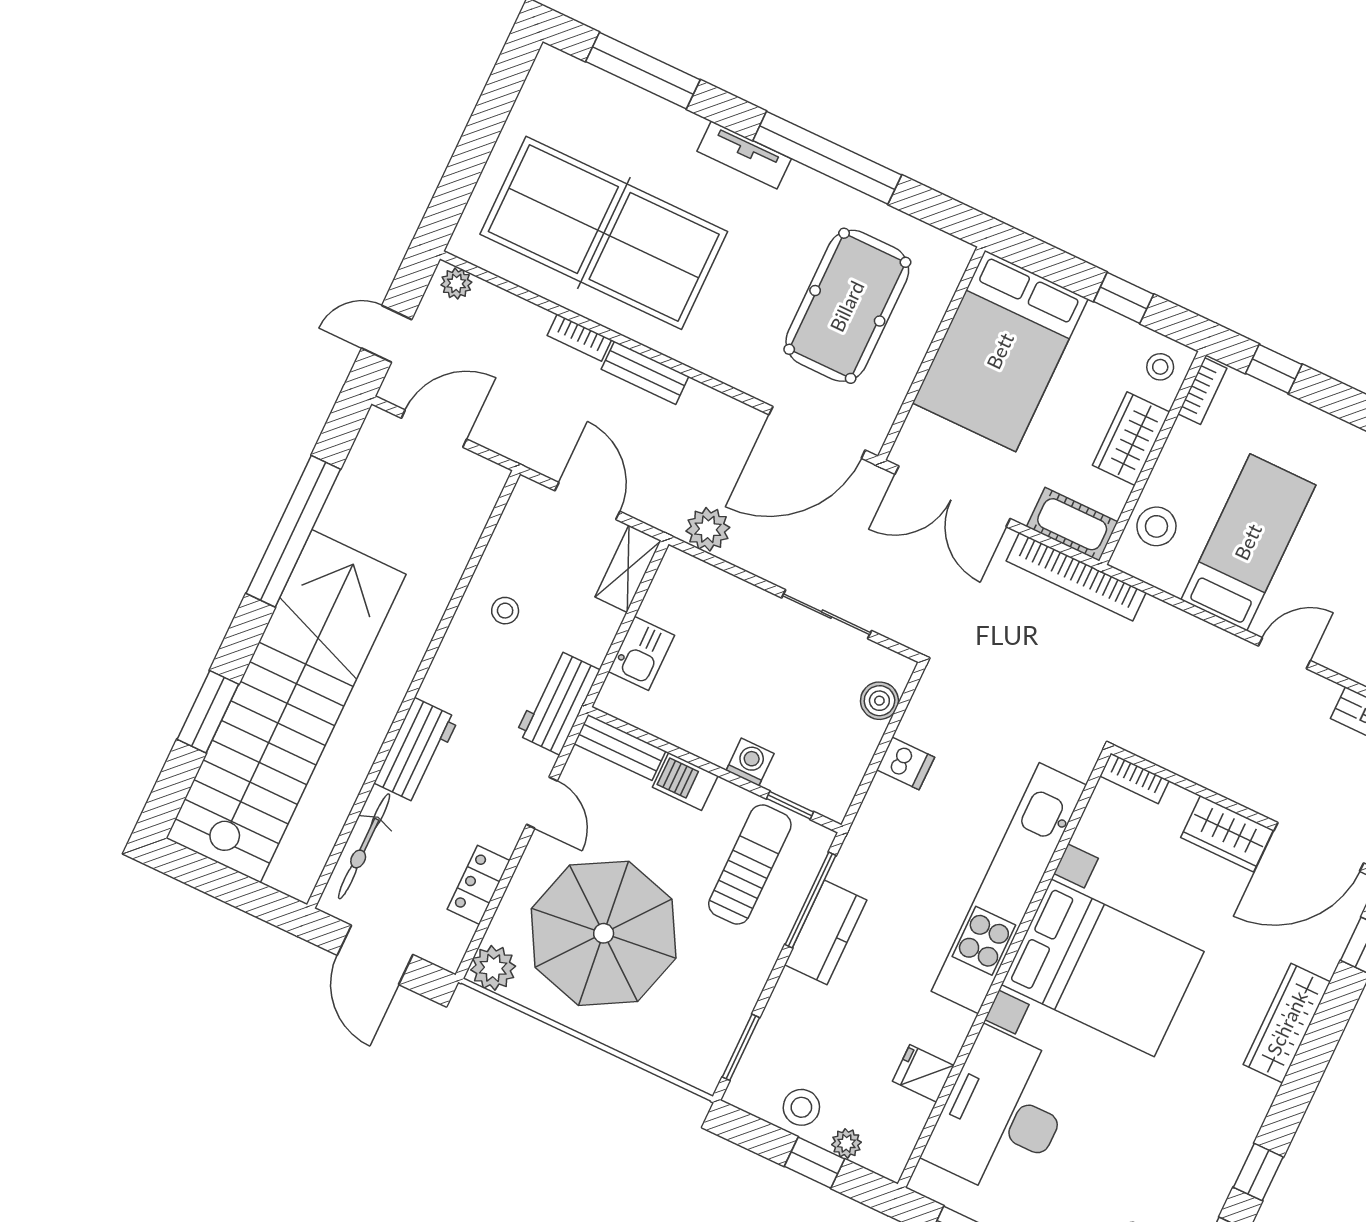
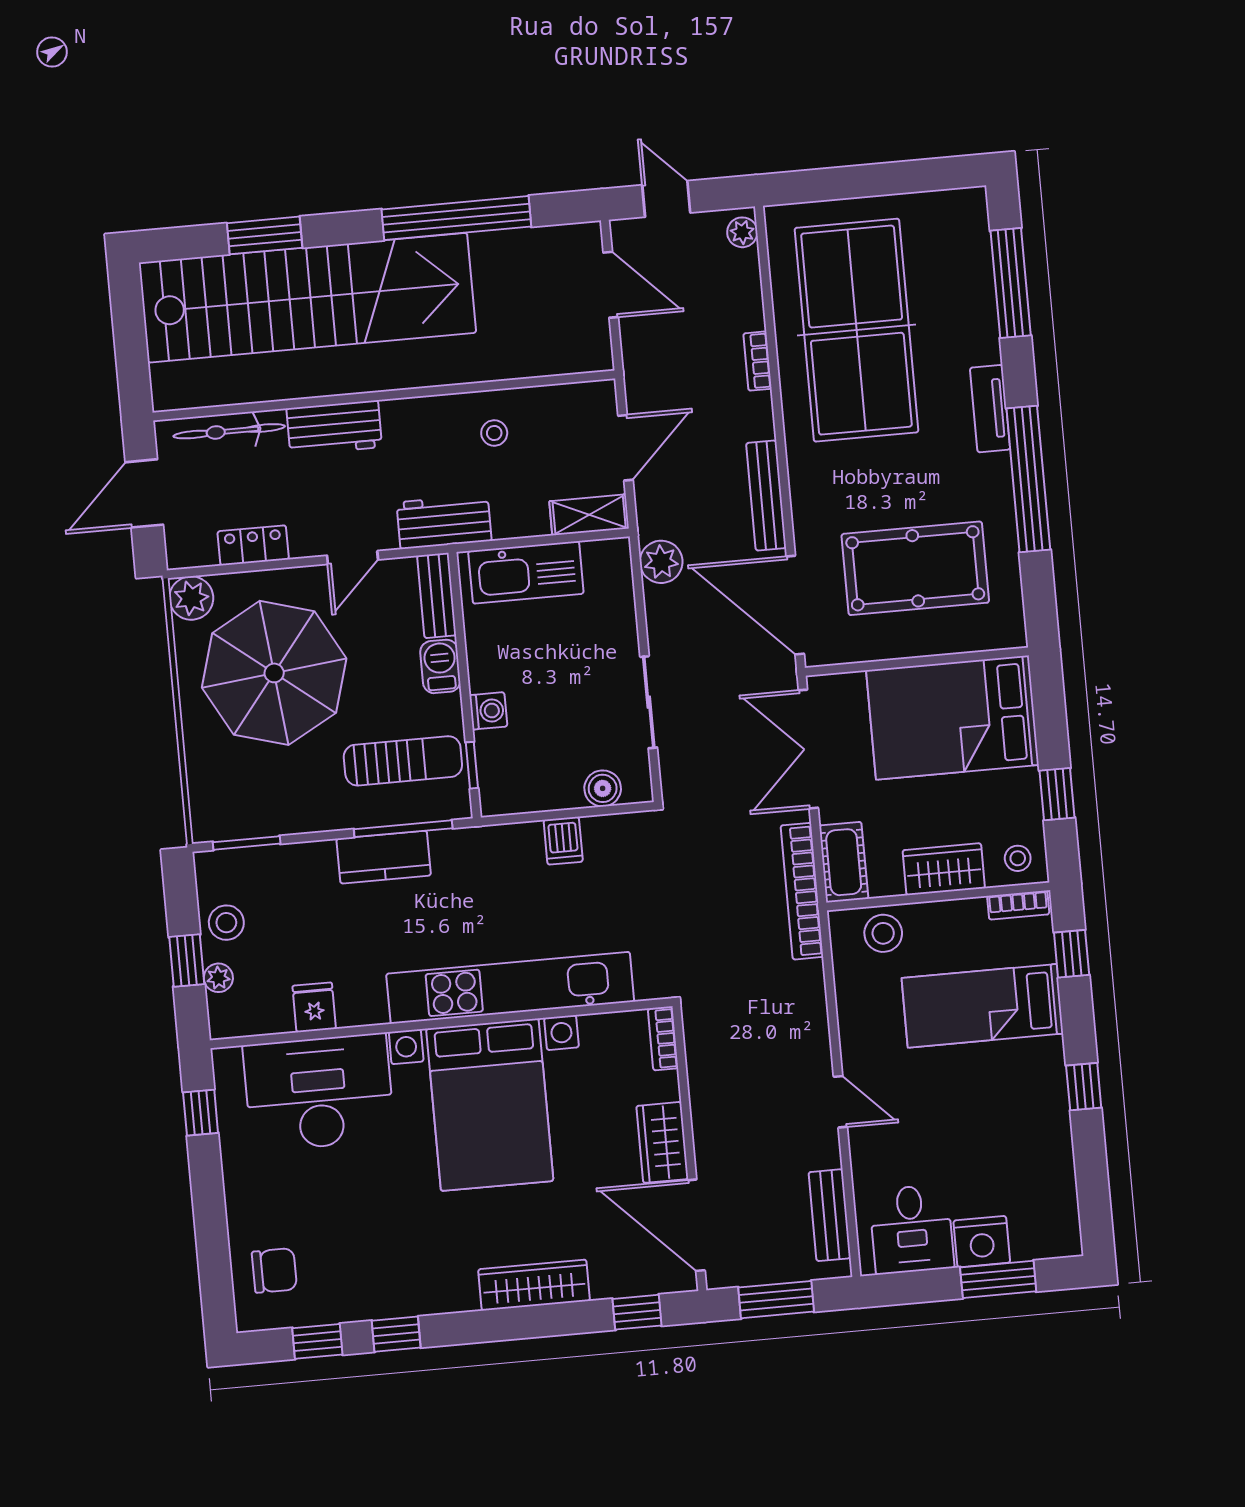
bench: (645, 373) -> (766, 496), moved, width x1.36
bed: (1248, 542) -> (982, 1006), moved, turned 180
kitchen sink: (641, 653) -> (526, 572), width x1.88, depth x1.24

